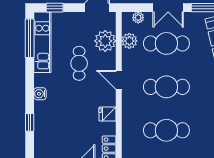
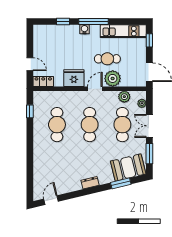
window: (30, 38) -> (93, 21), moved
plant: (105, 41) -> (113, 78), moved
fridge: (108, 114) -> (74, 78), width x1.88, depth x1.34

